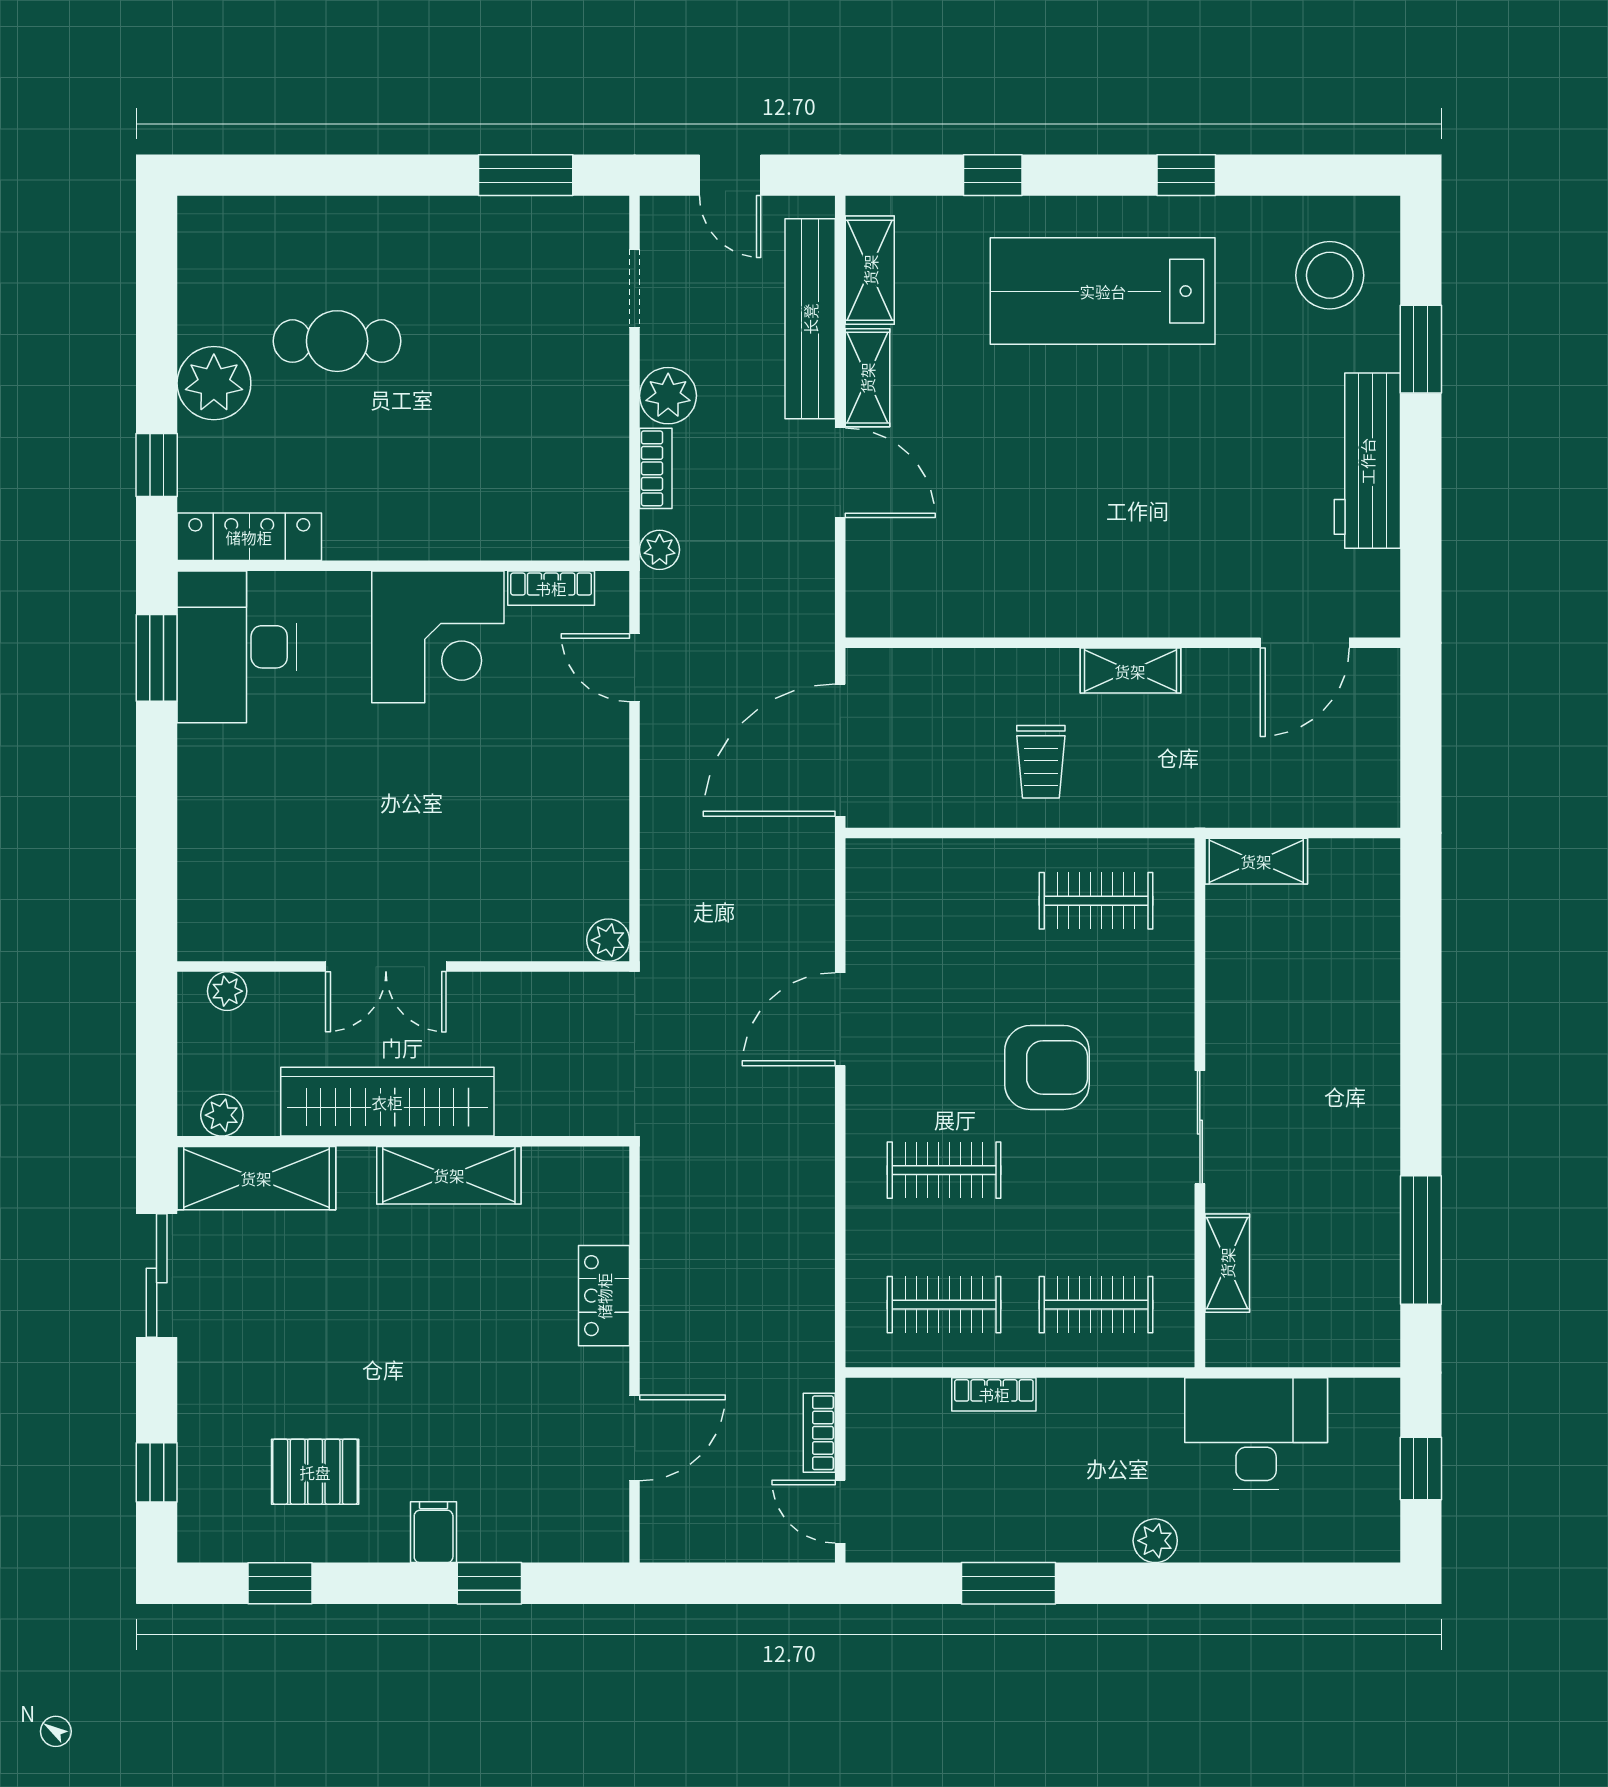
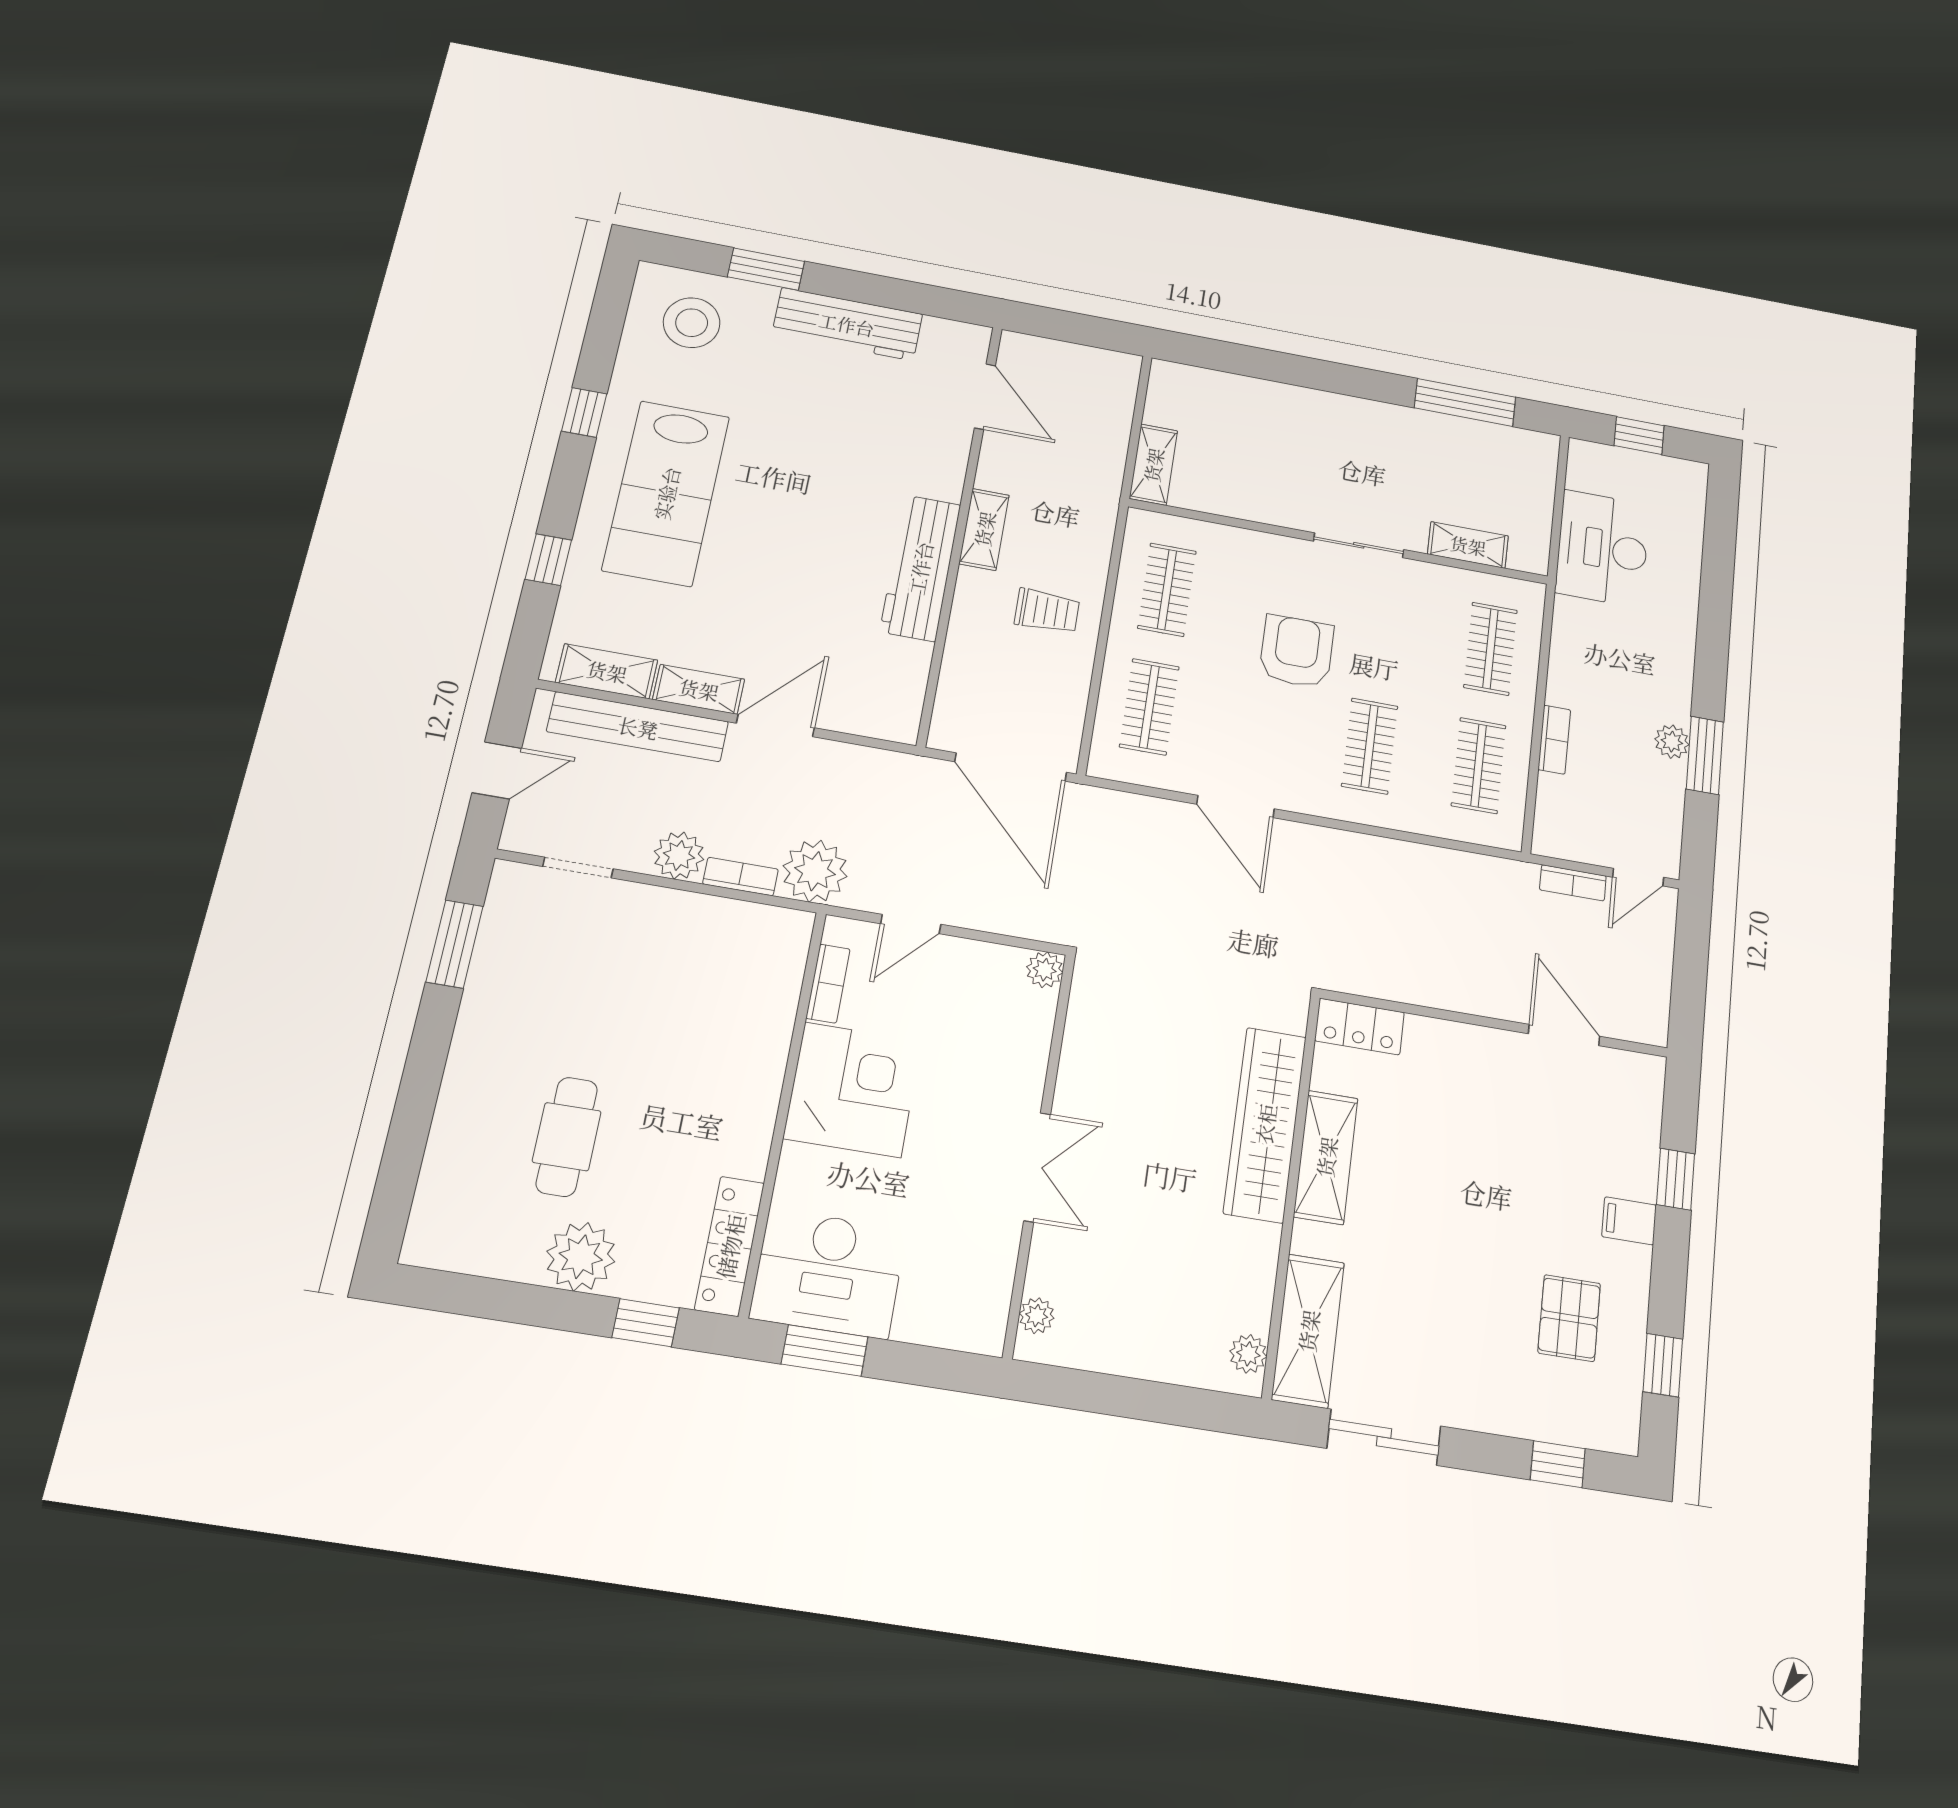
plant: (660, 550) -> (815, 871), width x1.88, depth x1.88
workbench: (1066, 604) -> (920, 568), added
clothes rail: (944, 901) -> (1149, 707), added
plant: (608, 940) -> (1045, 970), moved
double door: (386, 967) -> (1037, 1167), moved
wall: (403, 967) -> (1040, 1152), moved
plant: (227, 991) -> (1037, 1316), moved
wardrobe: (387, 1102) -> (1265, 1124), moved
locker: (604, 1296) -> (1360, 1027), moved
plant: (1155, 1541) -> (1672, 742), moved

